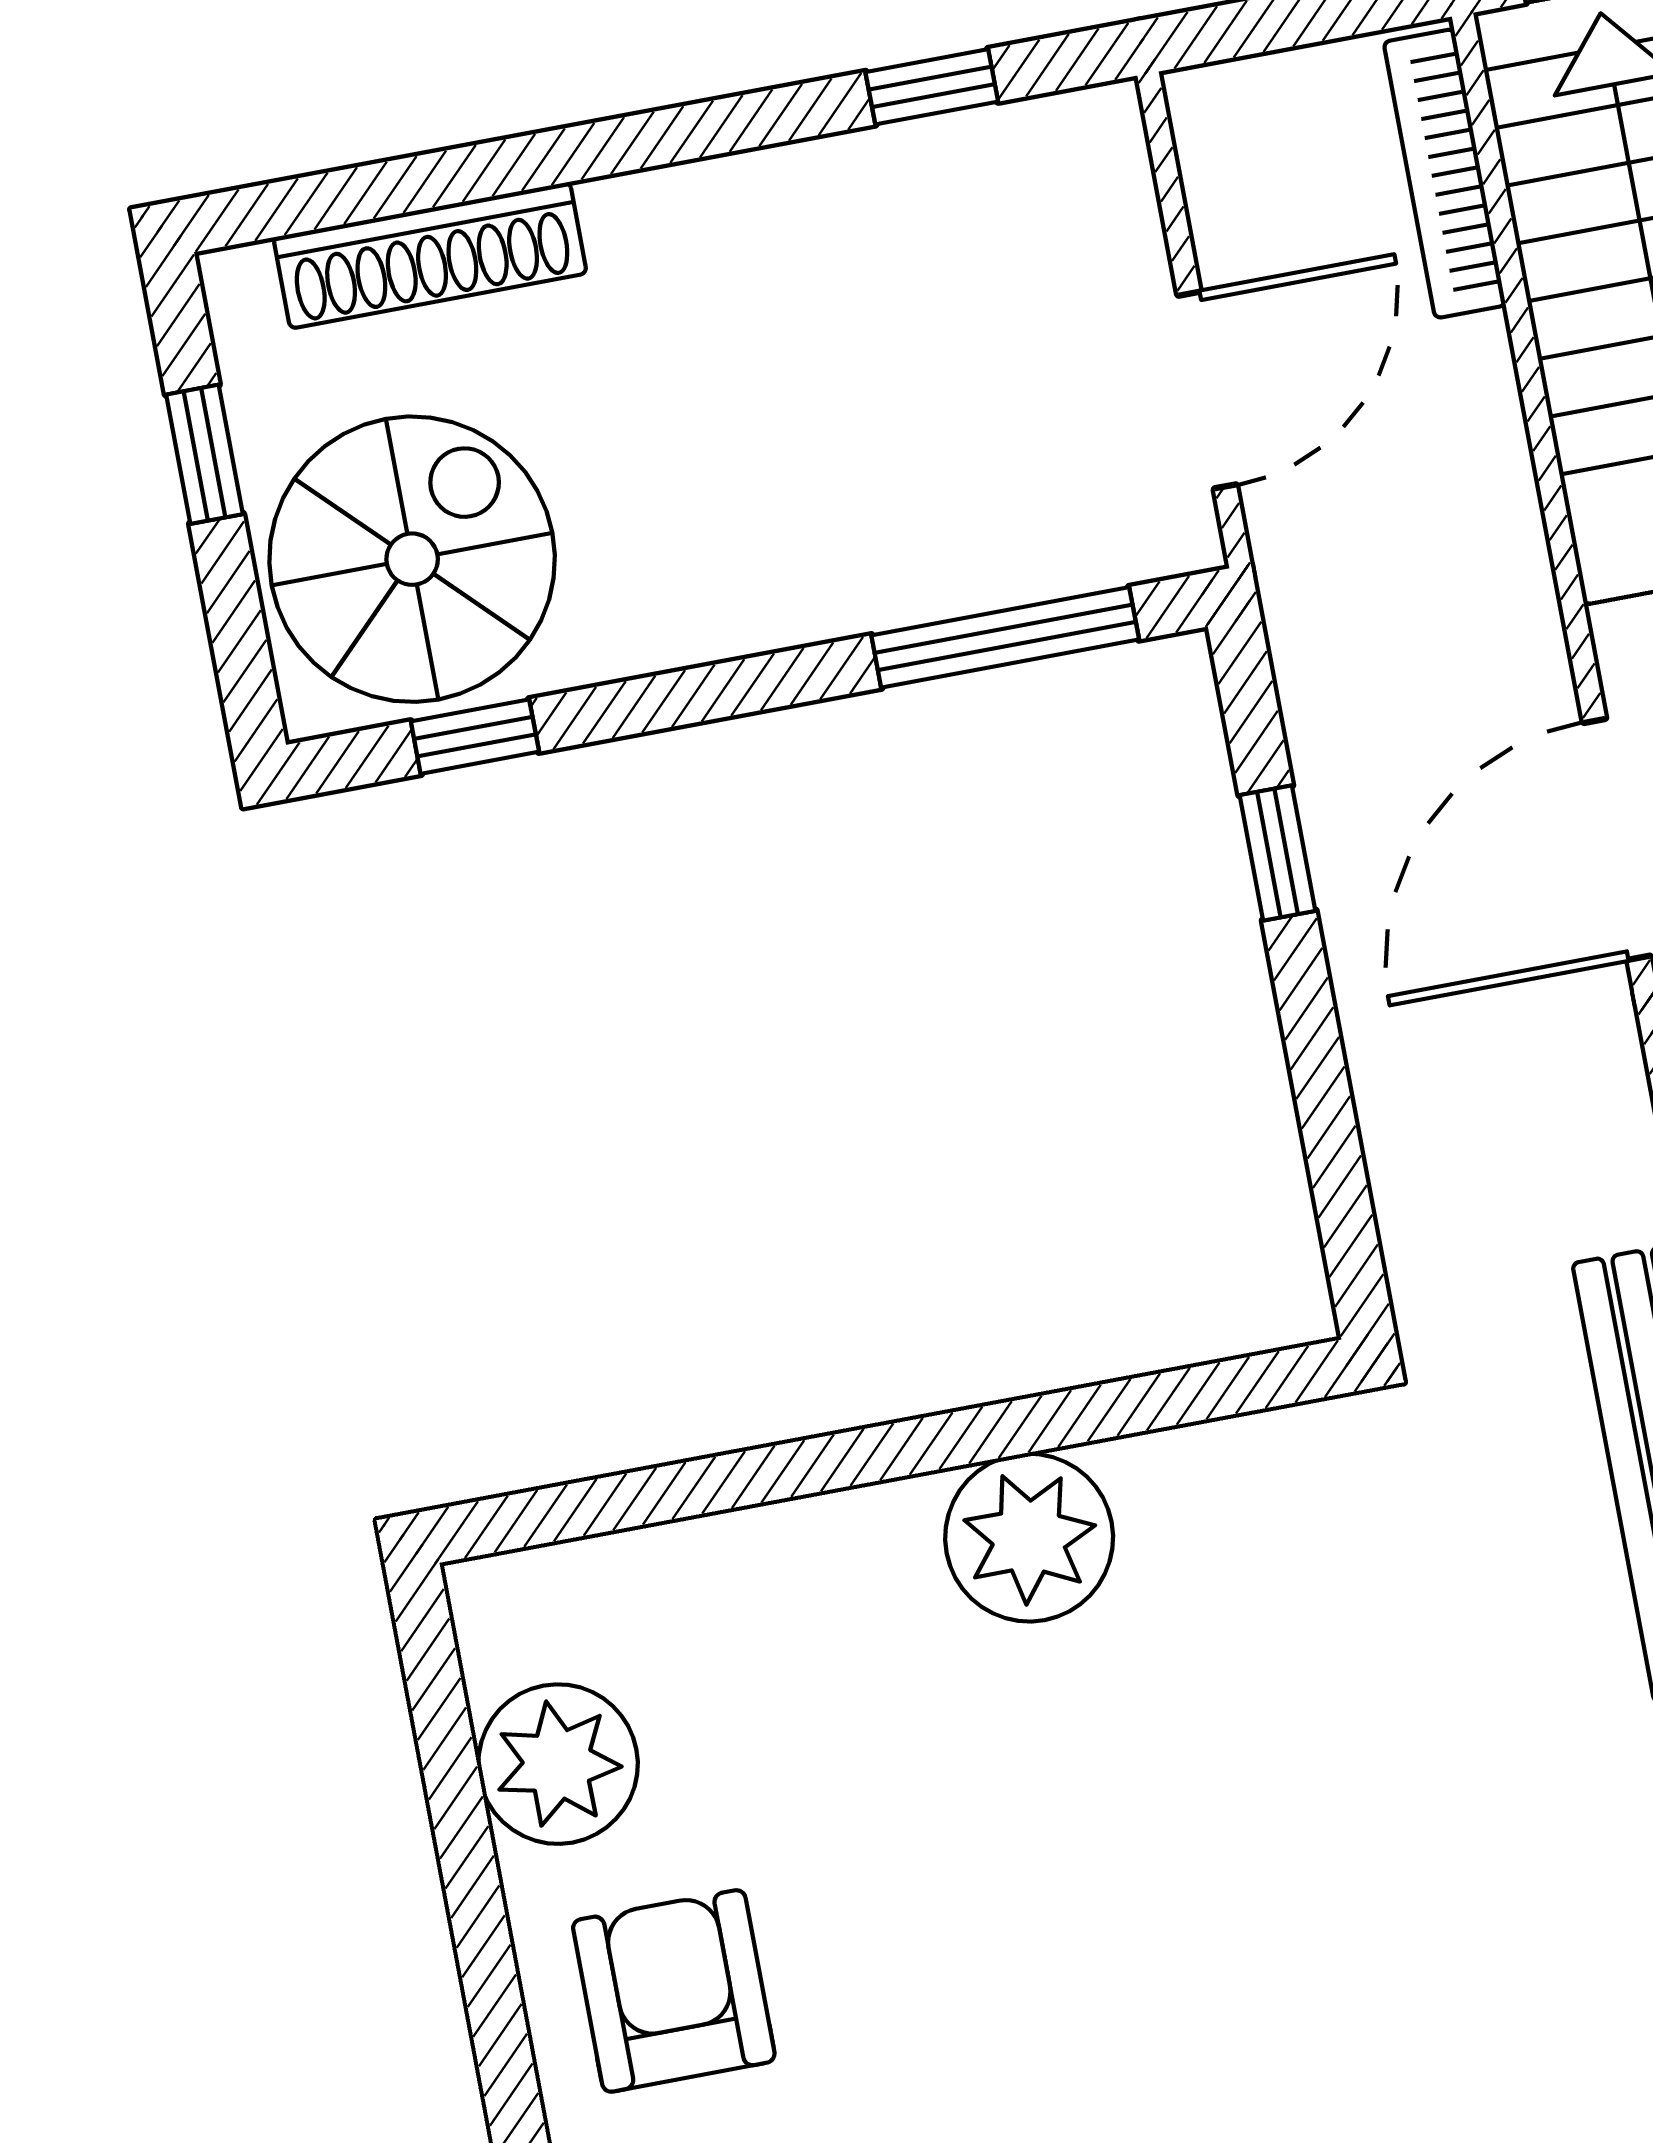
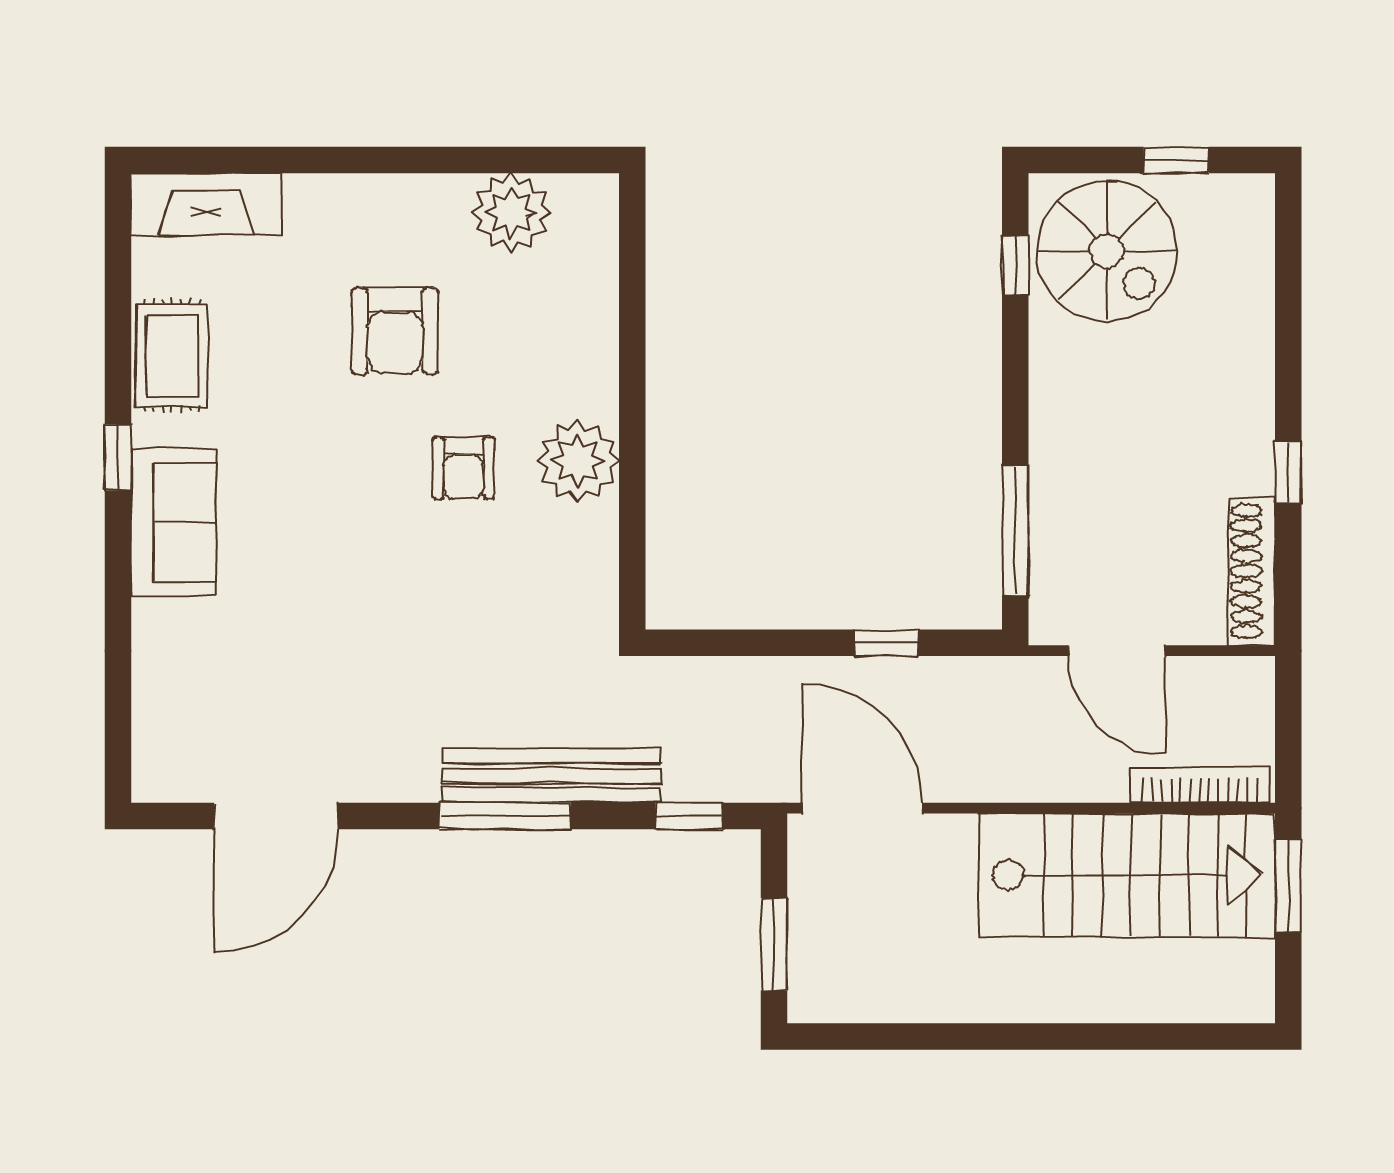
window: (932, 87) -> (1288, 472), moved
shoe rack: (430, 255) -> (1252, 571), moved
armchair: (1086, 1763) -> (464, 468), added
armchair: (674, 1991) -> (395, 331), moved, turned 90

